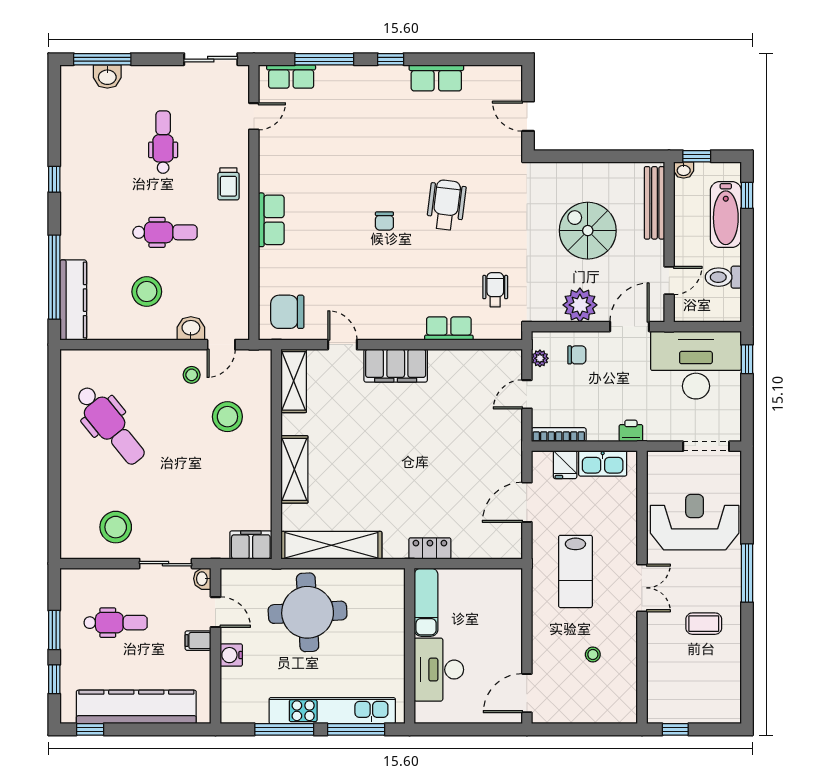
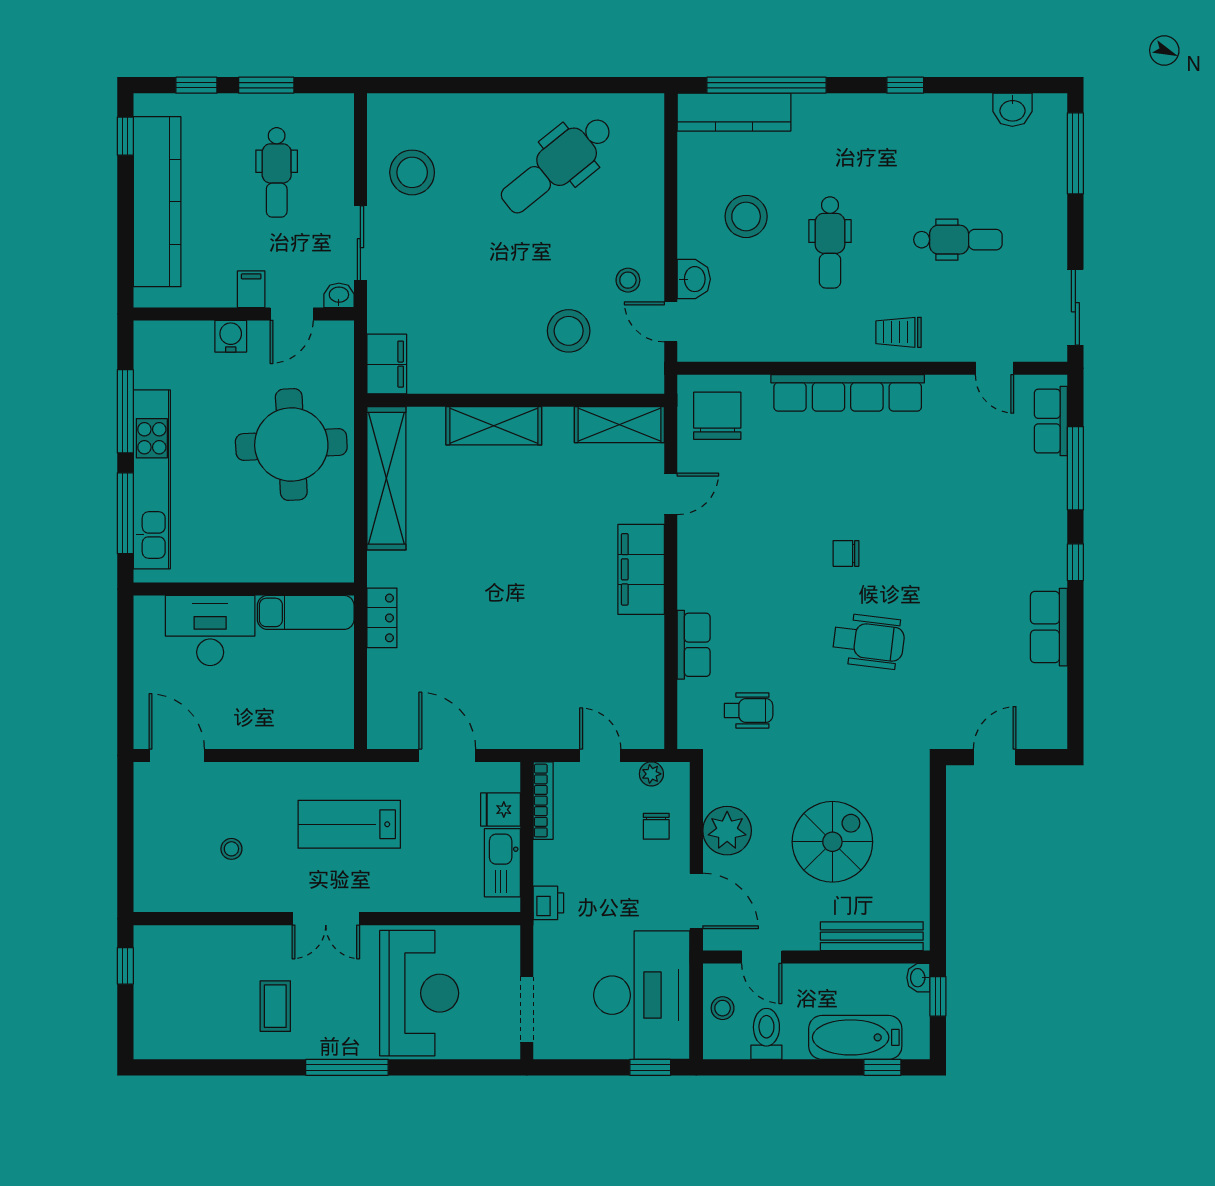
washbasin: (107, 77) -> (1012, 110), moved, turned -90
row of seats: (271, 220) -> (848, 393), width x2.02
stool: (705, 308) -> (723, 1008), added

